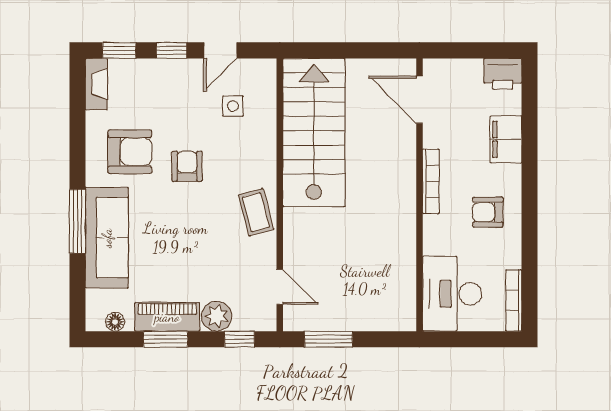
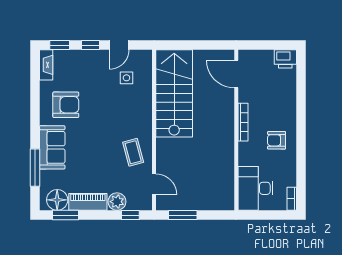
filing cabinet: (506, 139) -> (287, 97), removed
armchair: (187, 166) -> (99, 113), removed
coffee table: (256, 212) -> (133, 152), moved
window: (77, 221) -> (35, 168), moved
sofa: (107, 238) -> (52, 147), width x0.73
bookcase: (514, 300) -> (292, 199), width x0.64
floor lamp: (115, 322) -> (57, 200), width x1.89, depth x1.89
window: (166, 339) -> (66, 215), moved

